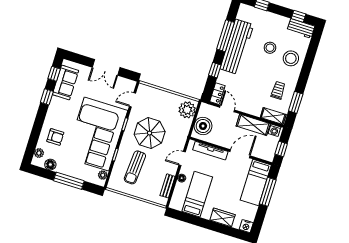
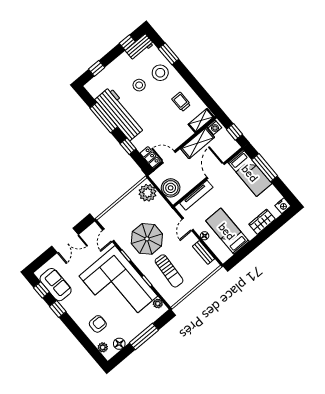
window: (296, 102) -> (169, 54), moved

